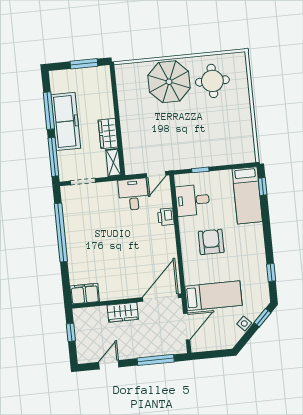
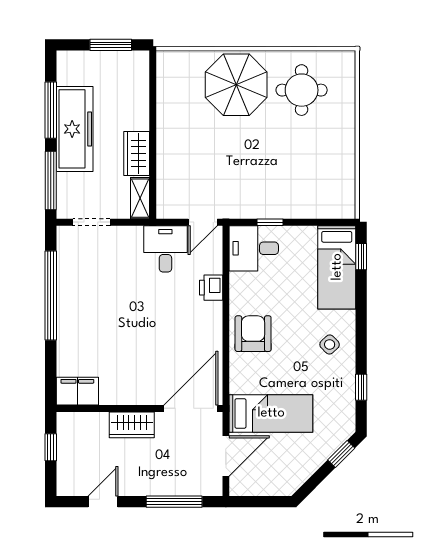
desk: (193, 200) -> (254, 248), moved
armchair: (211, 242) -> (253, 334), moved
side table: (244, 323) -> (330, 345), moved

